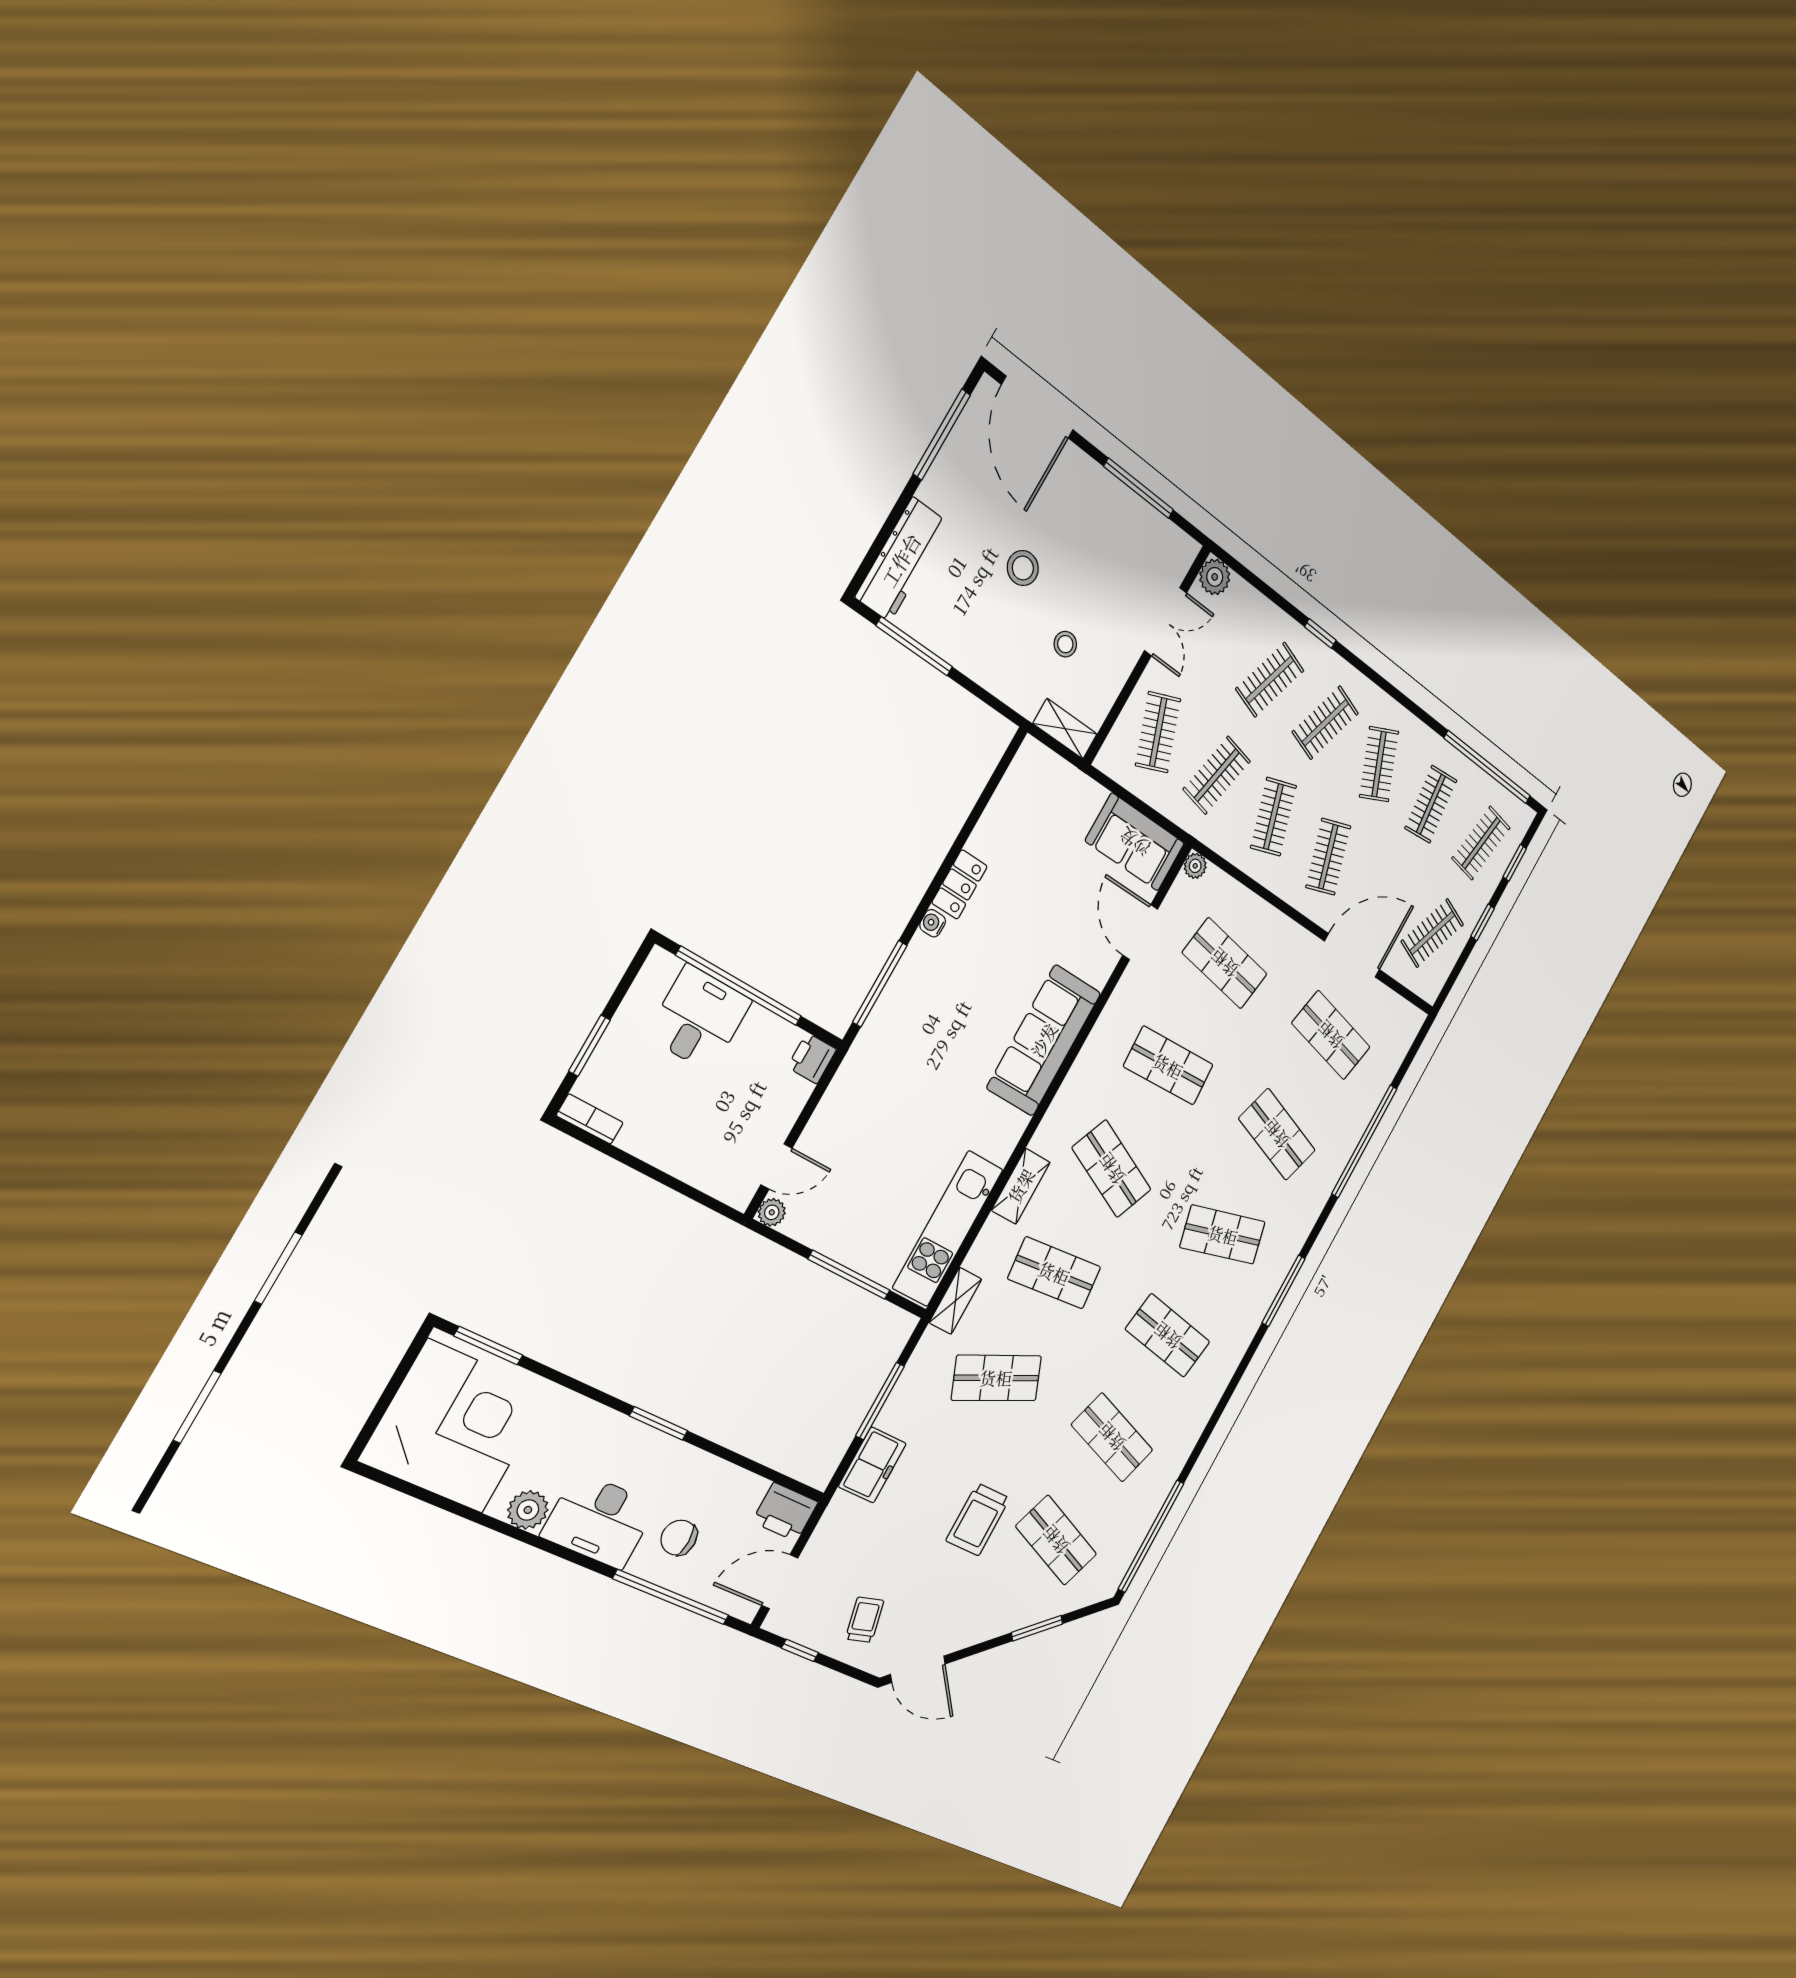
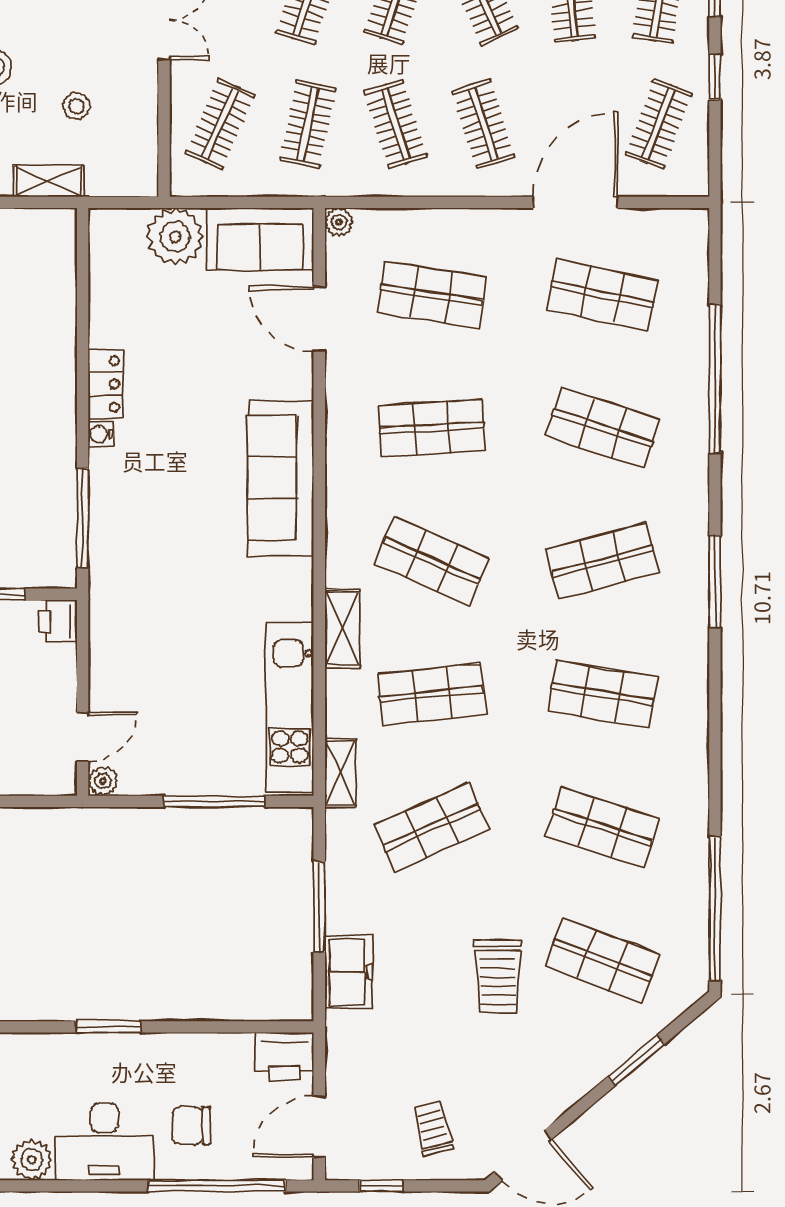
shelving: (1065, 729) -> (49, 181), moved
clothes rail: (1158, 732) -> (220, 124), turned 45
plant: (1077, 799) -> (175, 237), added

